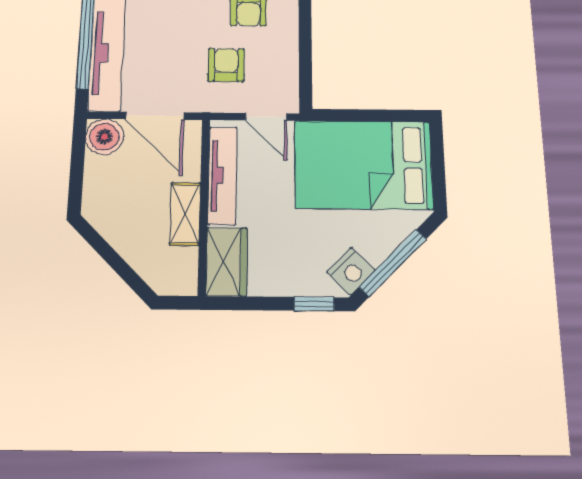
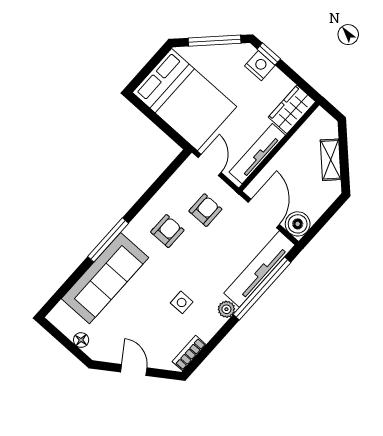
armchair: (226, 65) -> (205, 210), turned 180
shelving: (185, 214) -> (331, 160), moved, turned -45
nightstand: (351, 271) -> (260, 66), moved, turned 45

